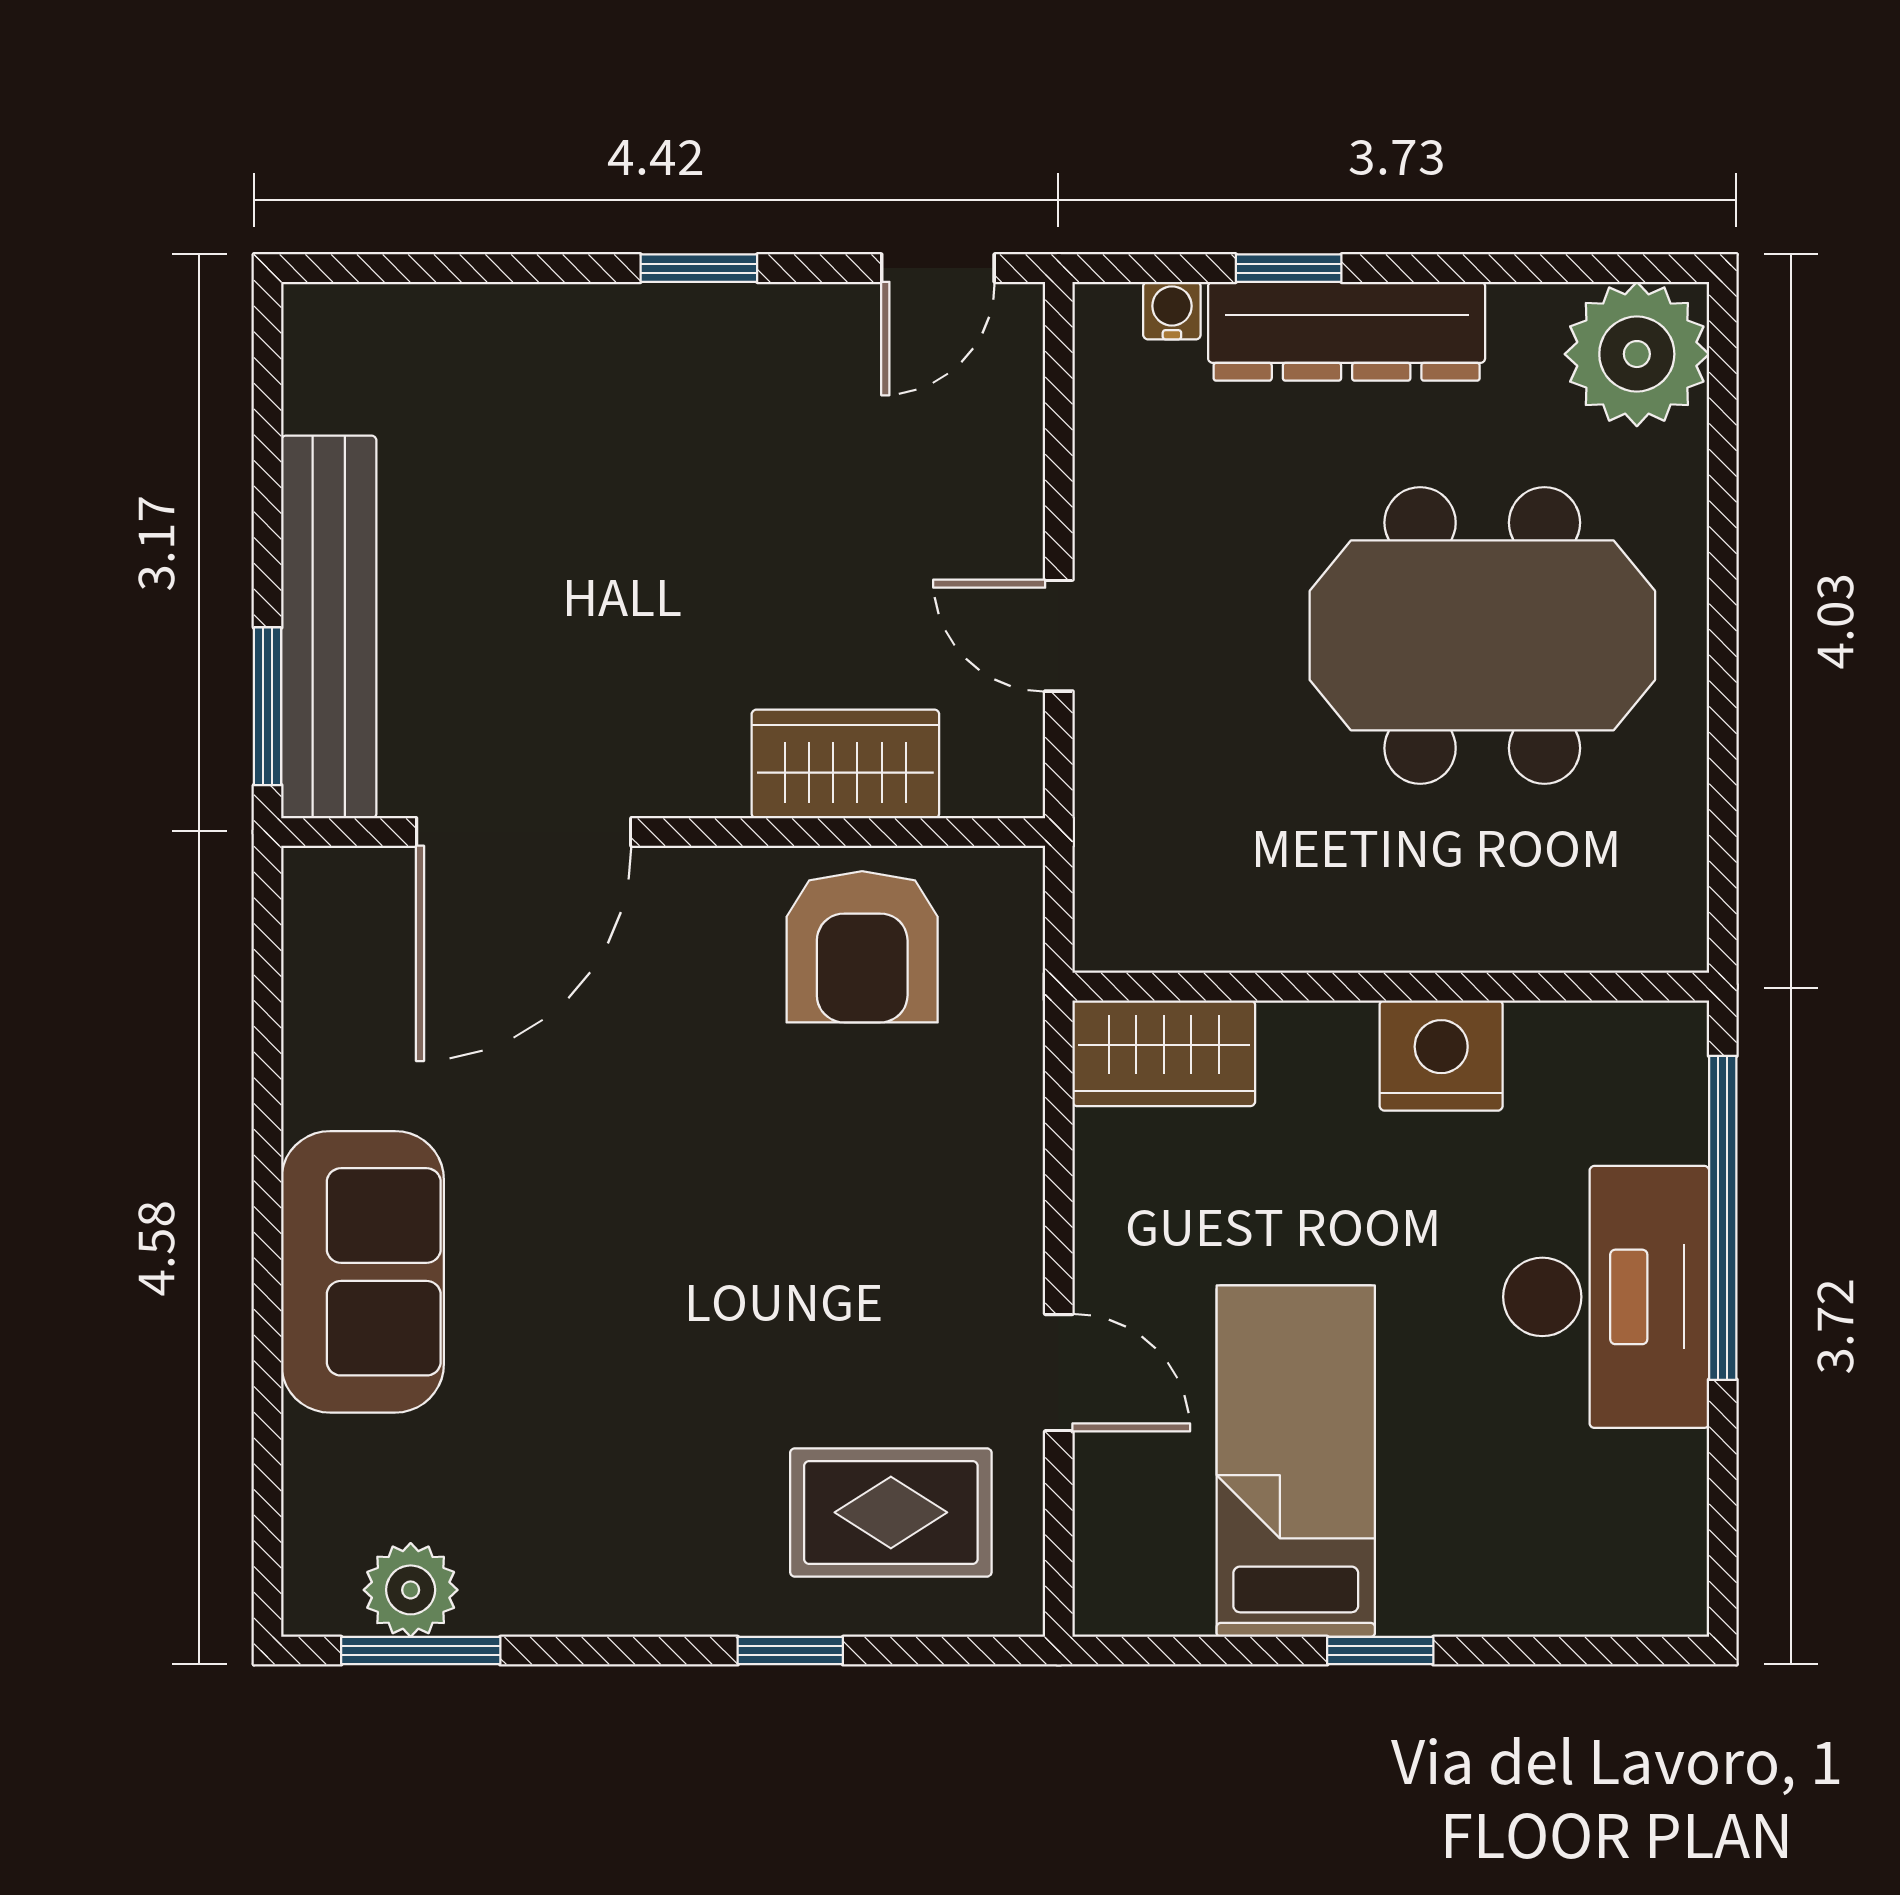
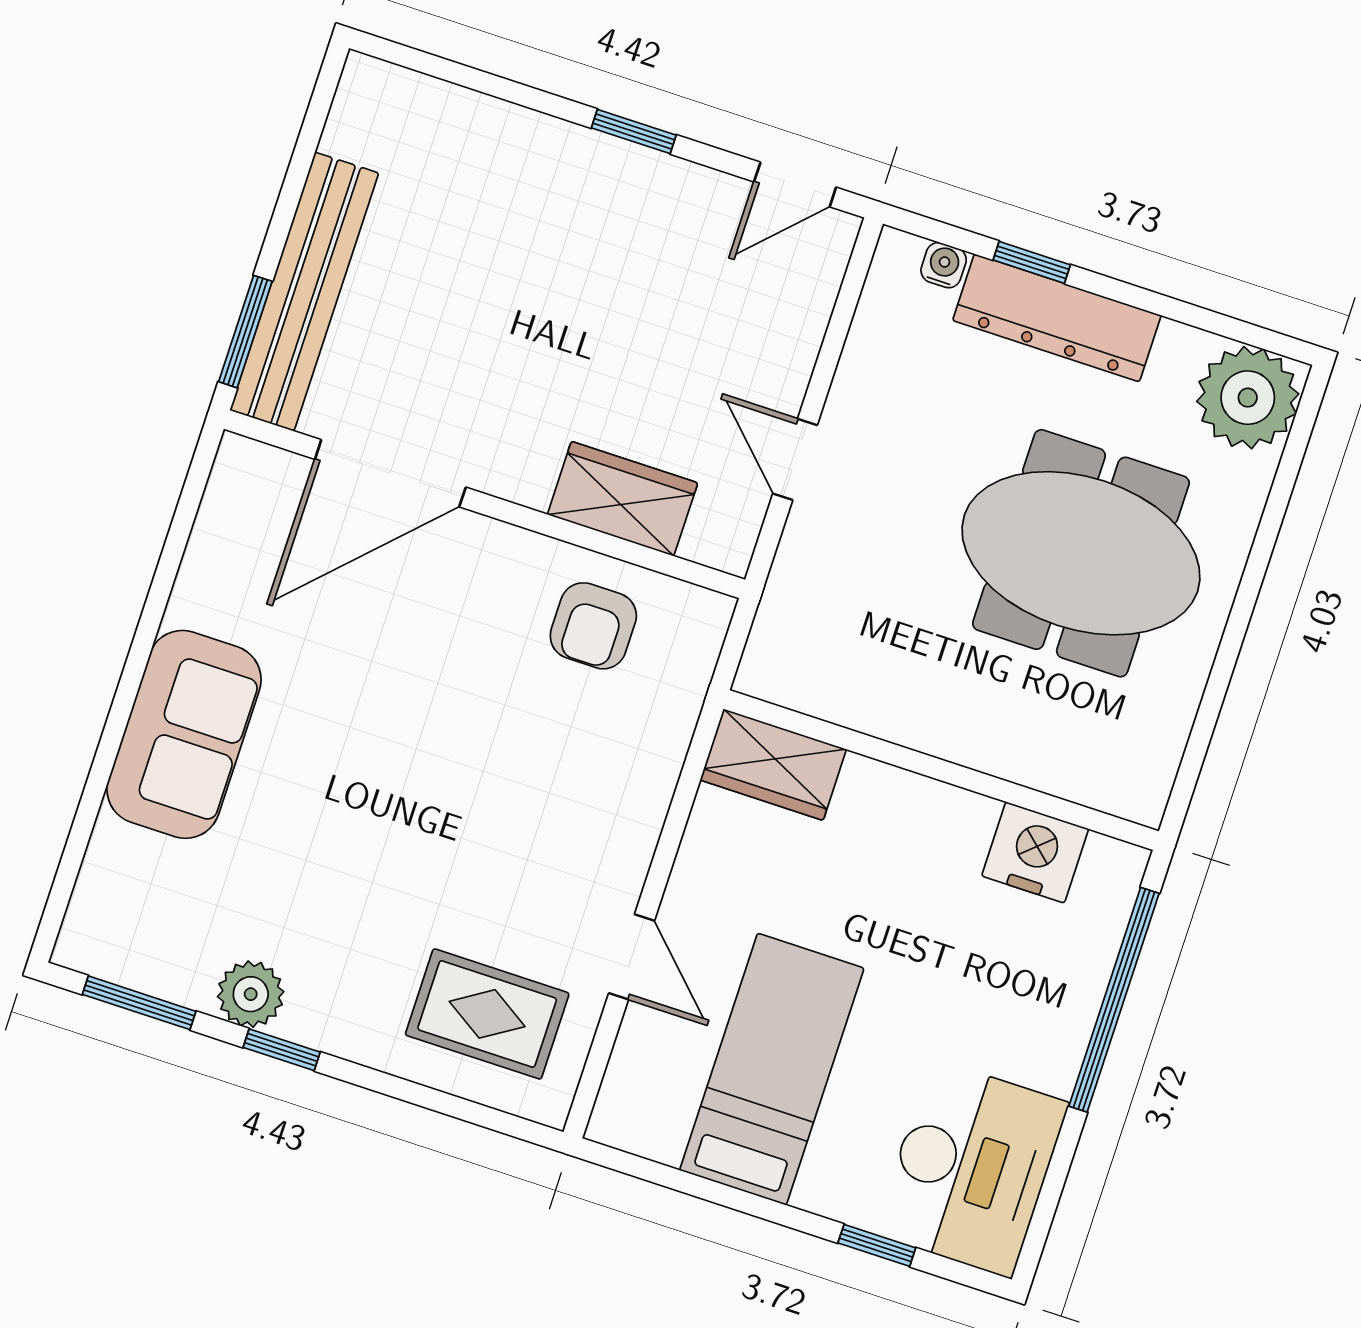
armchair: (862, 947) -> (593, 626), width x0.72, depth x0.72
nightstand: (1441, 1055) -> (1035, 852), moved
desk: (1606, 1297) -> (971, 1168), moved
plant: (411, 1590) -> (251, 994), moved
window: (790, 1651) -> (282, 1050), moved
window: (1380, 1651) -> (877, 1245), moved

